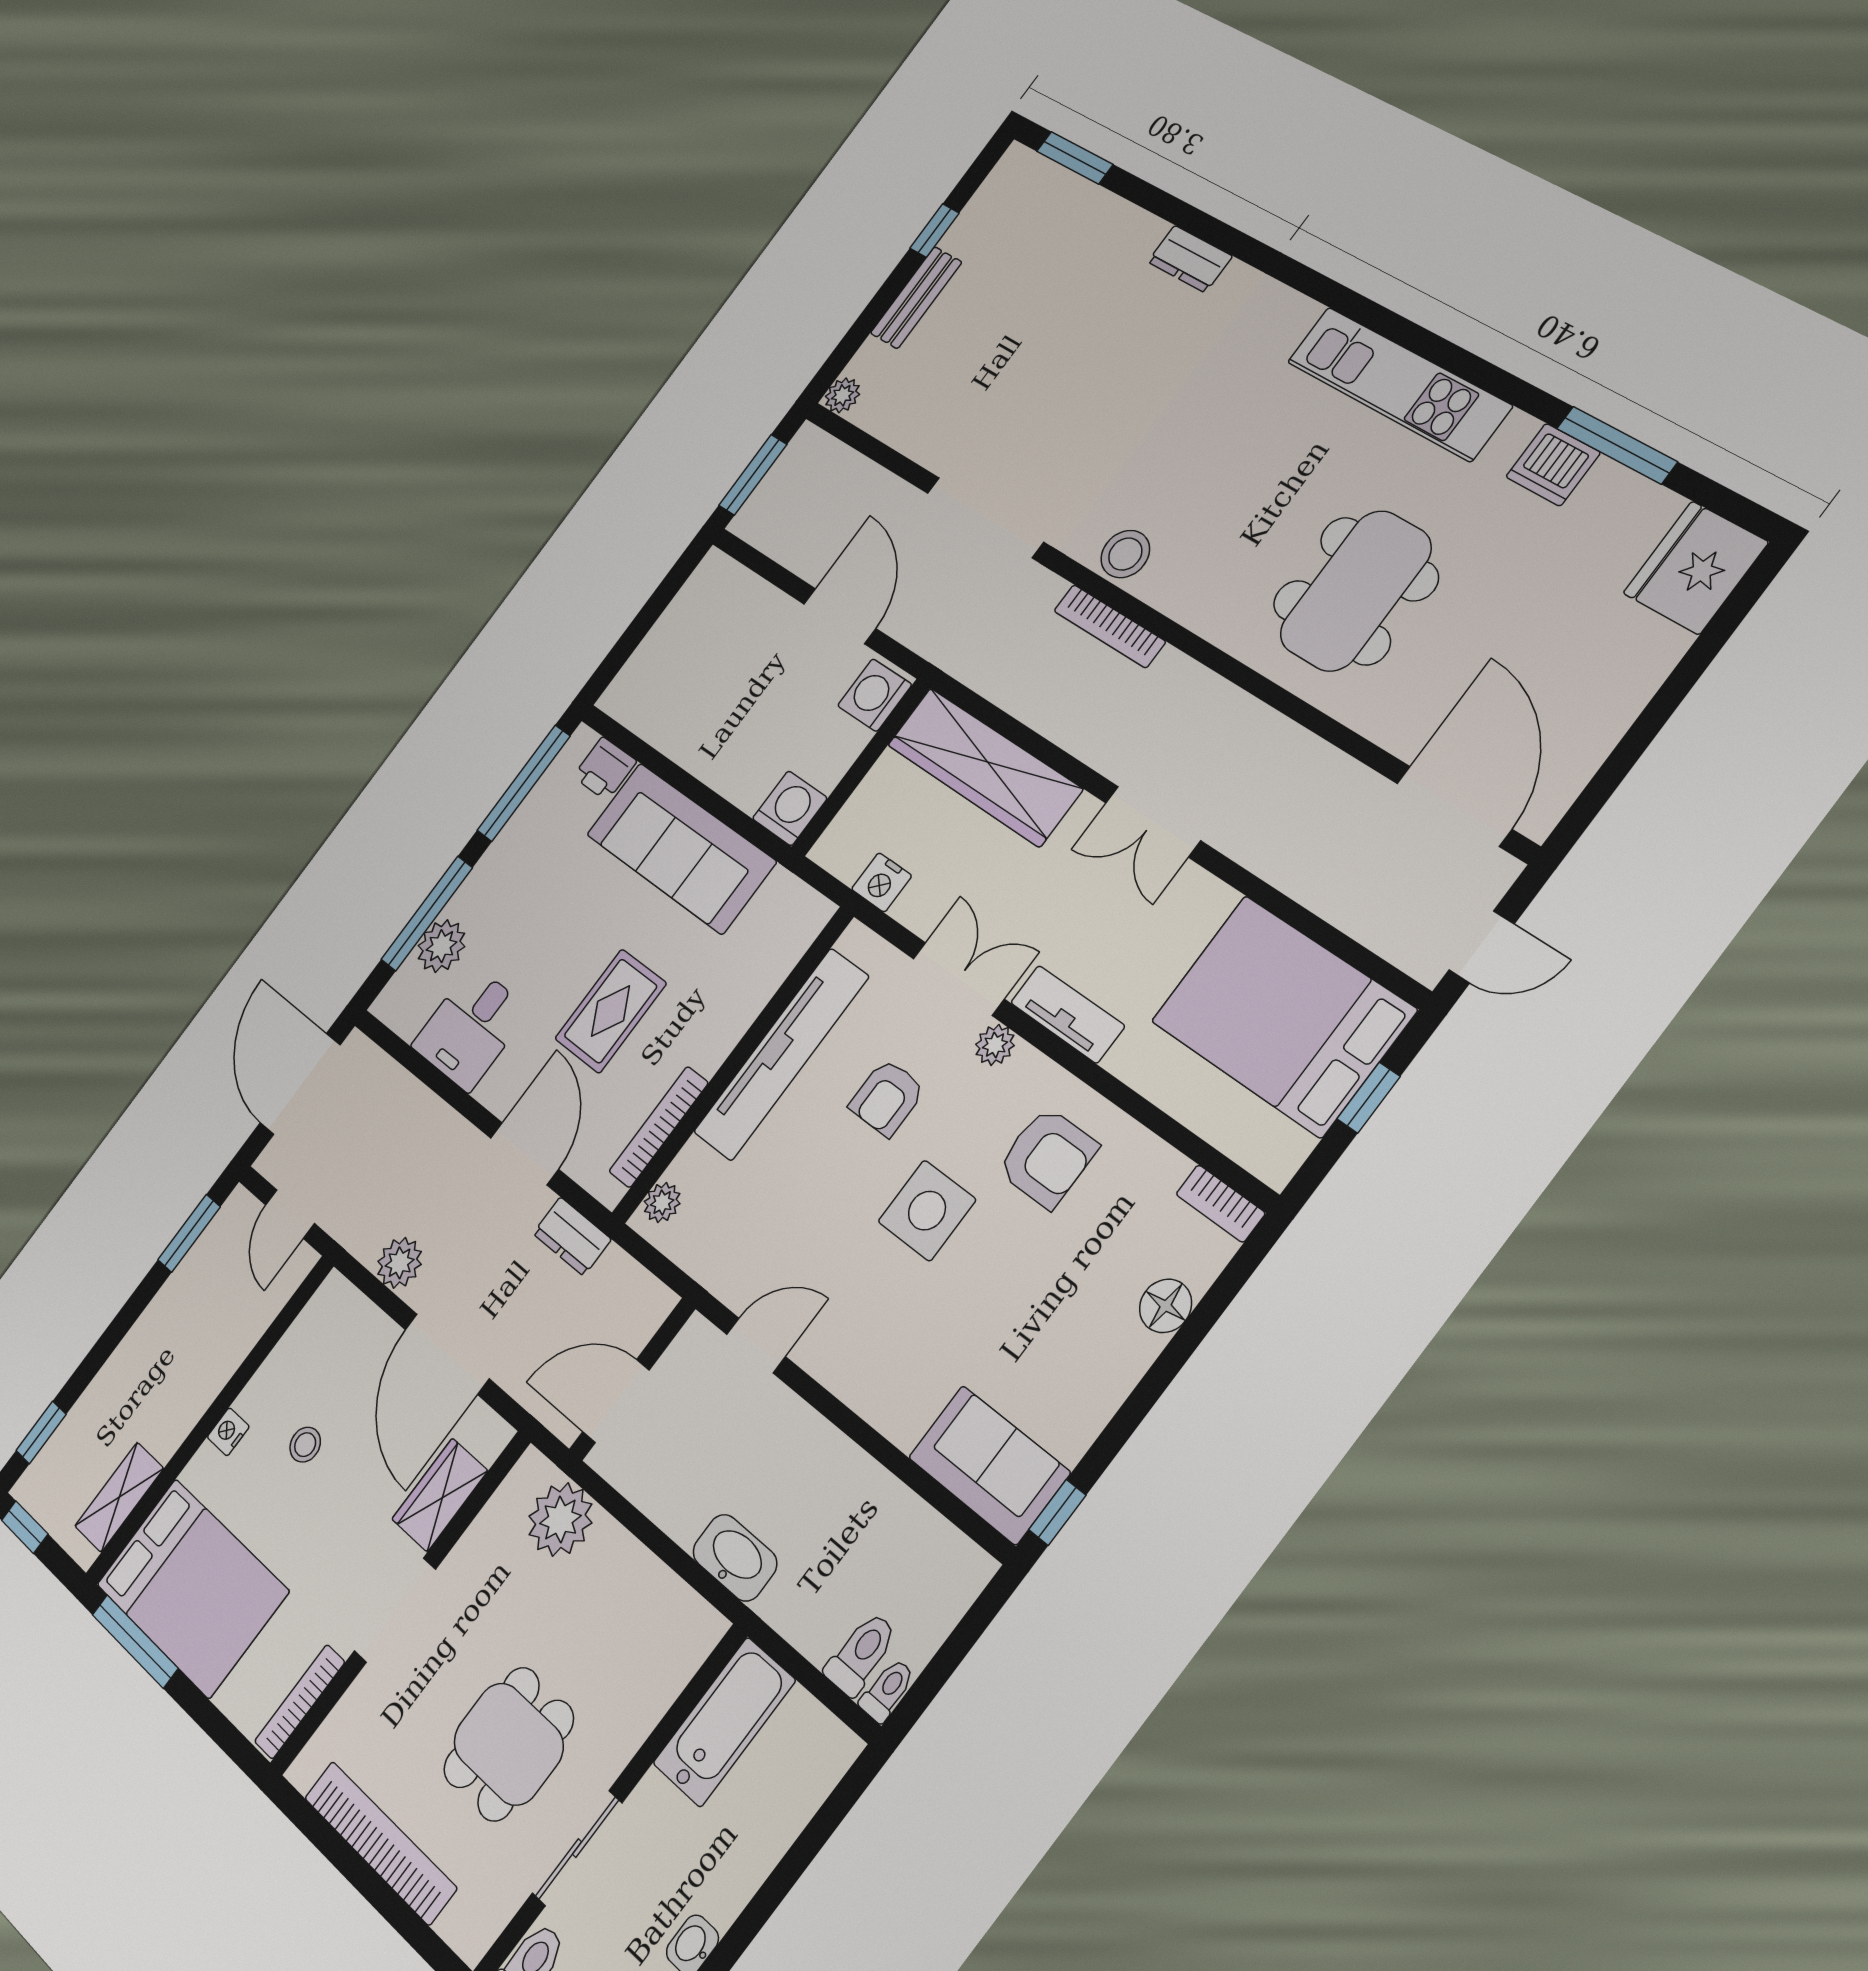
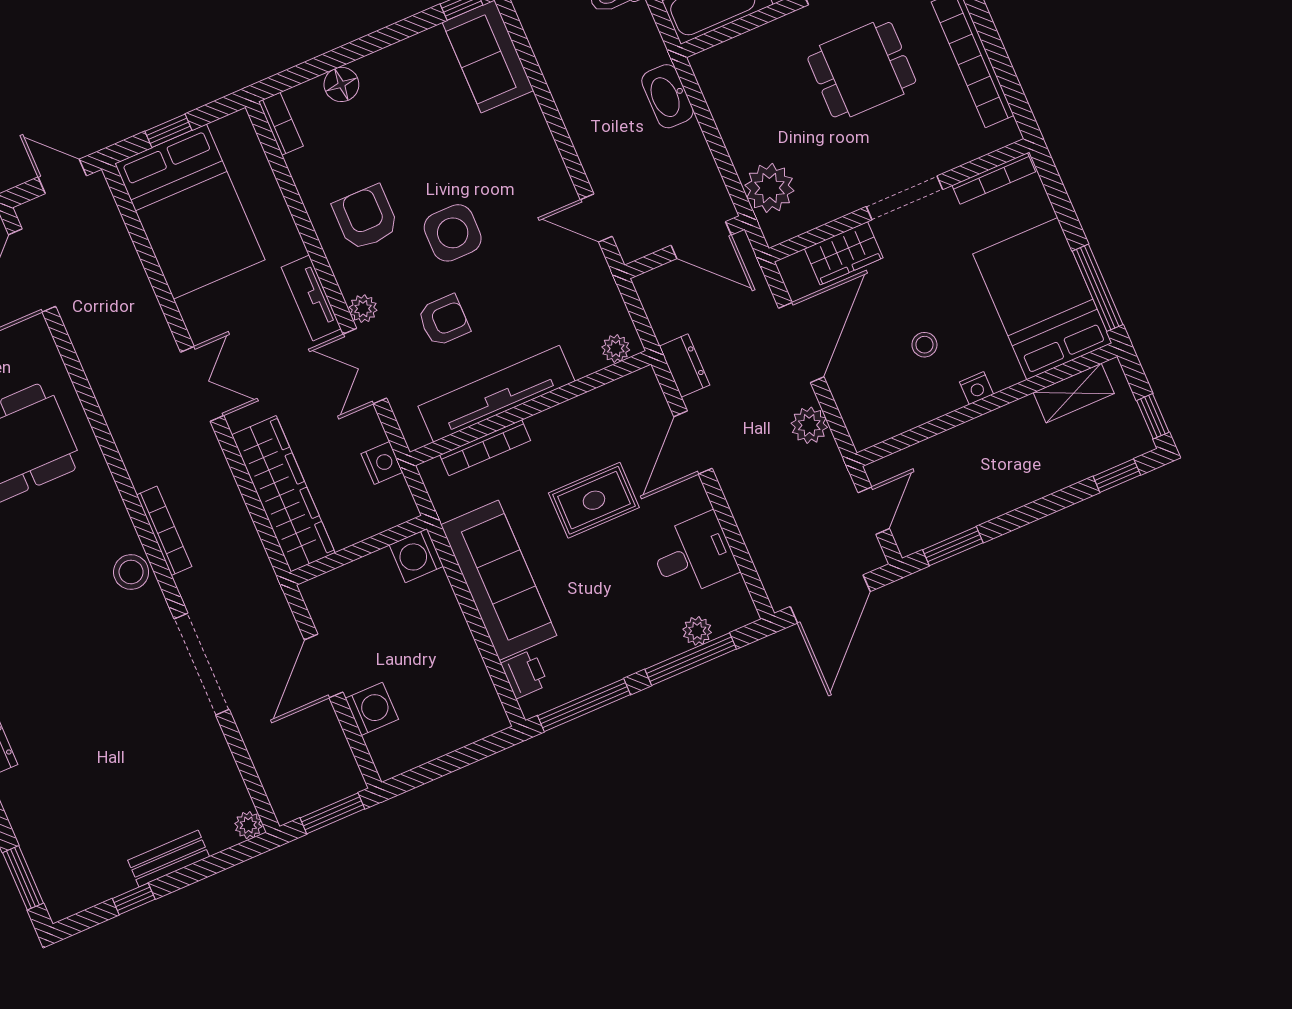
washing machine: (875, 695) -> (372, 709), moved, turned -90
plant: (441, 946) -> (697, 631), width x0.73, depth x0.73
bookcase: (659, 1127) -> (485, 448), moved

